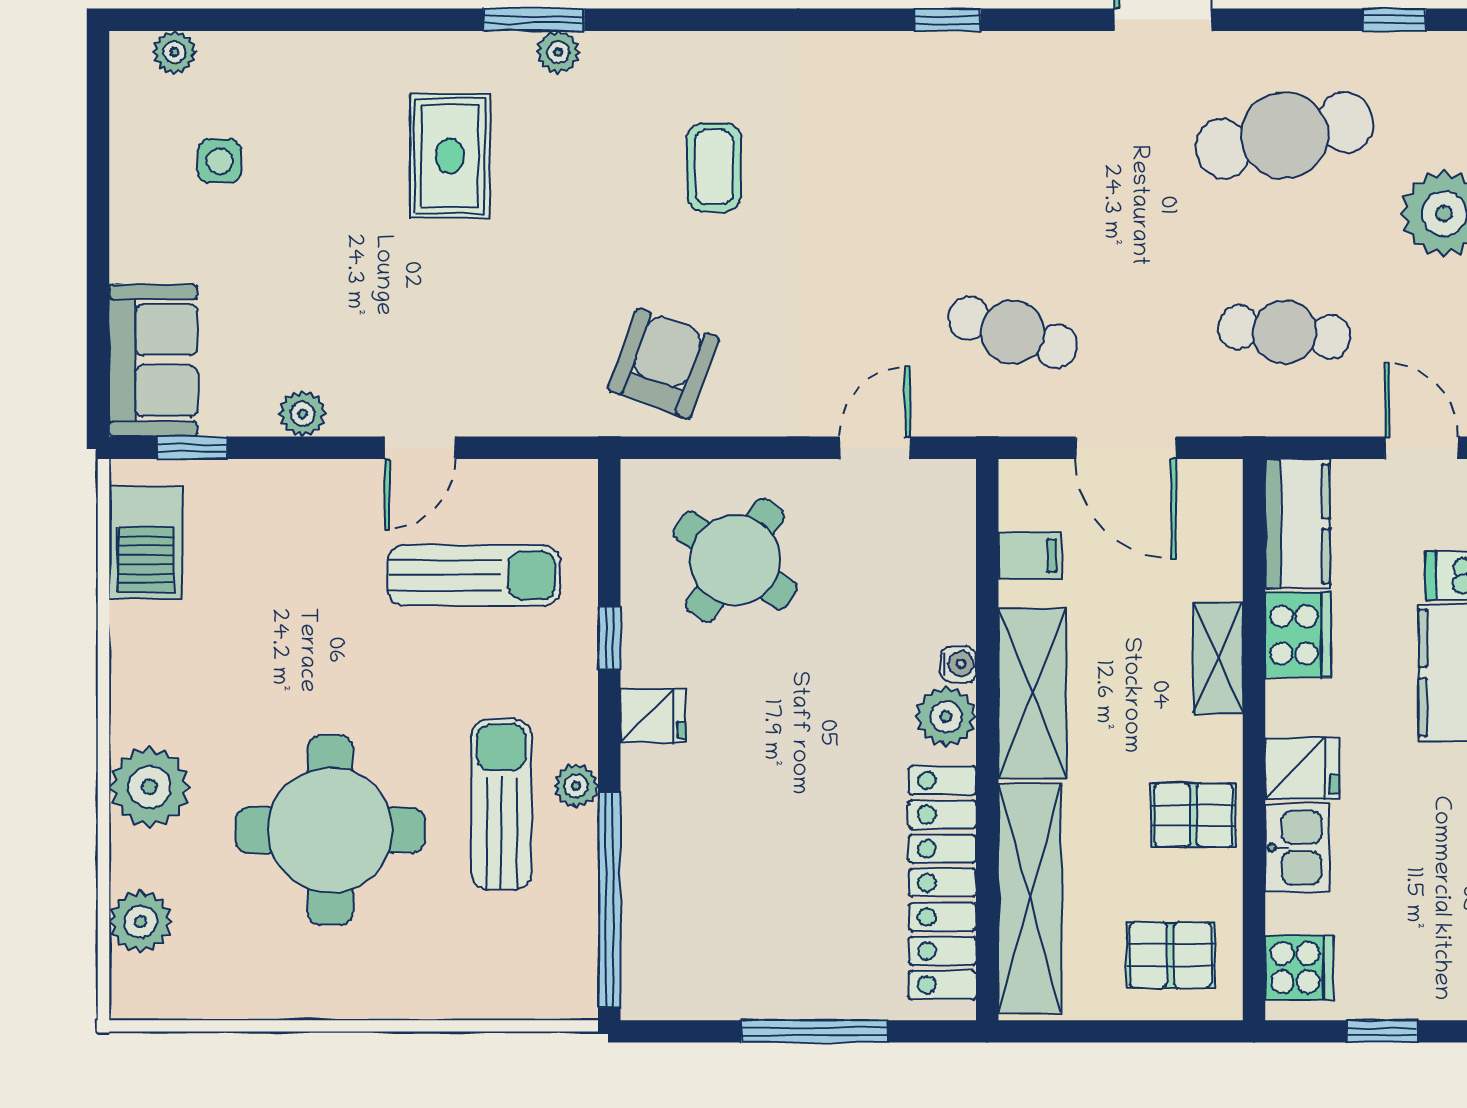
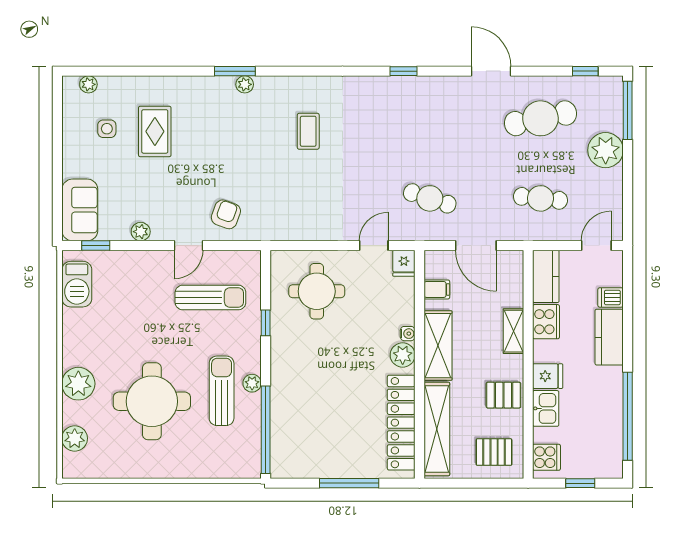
rug: (450, 156) -> (155, 131), moved
armchair: (663, 364) -> (226, 214), moved, width x0.72, depth x0.72
door: (1422, 448) -> (596, 246), hinge flipped
round table: (735, 560) -> (317, 291), turned -35
fridge: (653, 716) -> (404, 263), moved, turned 90

